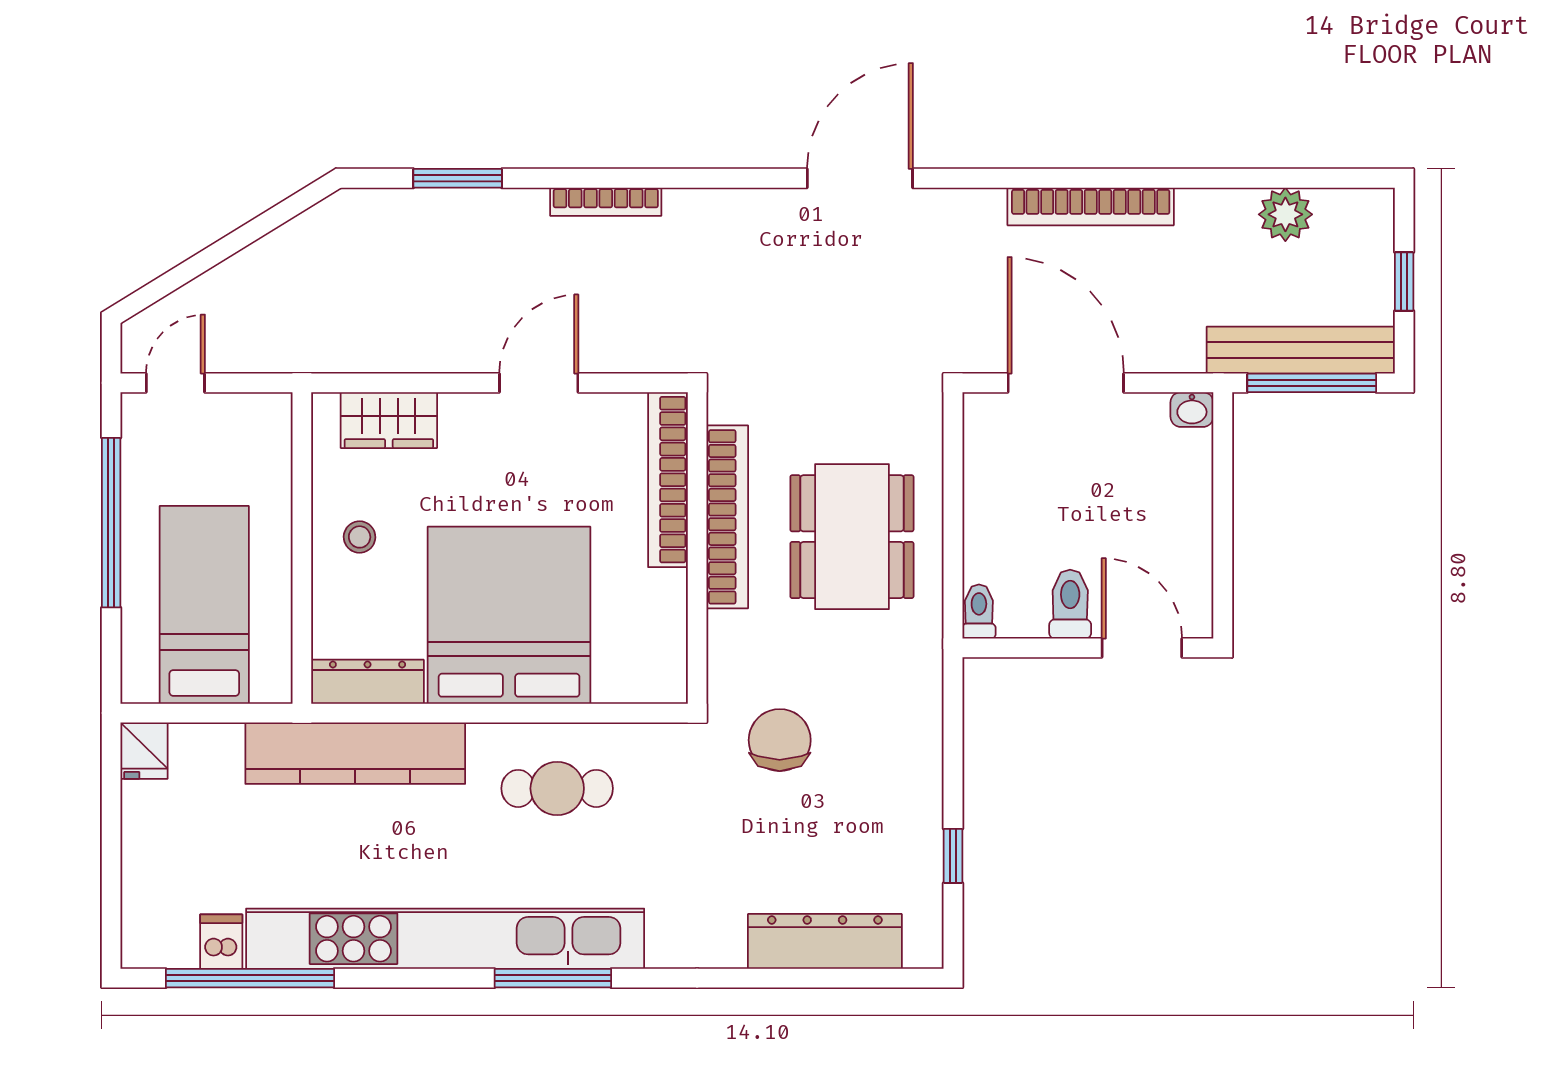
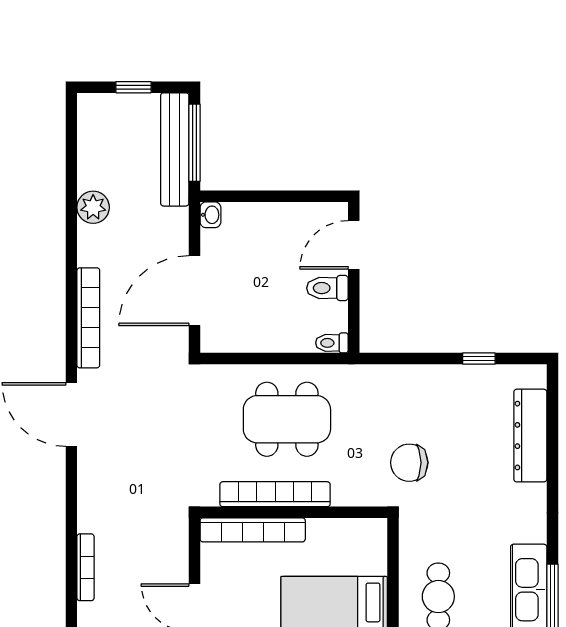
bookcase: (1091, 206) -> (88, 318), moved
plant: (1285, 214) -> (93, 207), moved

